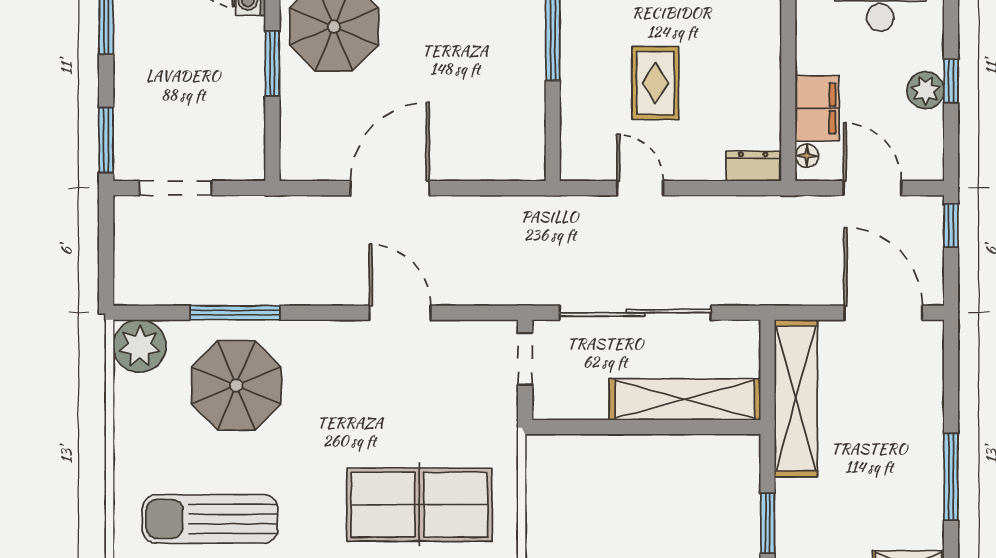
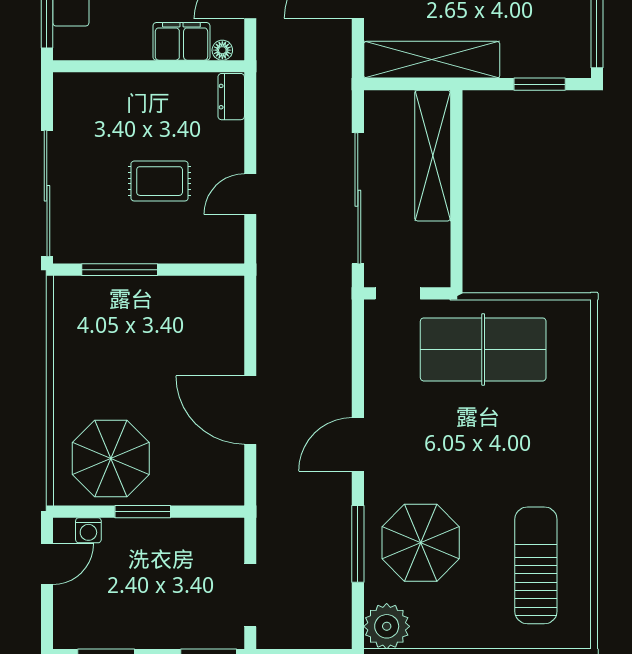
door: (400, 313) -> (358, 444), moved
table tennis table: (419, 505) -> (483, 349), moved, turned 90
sun lounger: (210, 519) -> (536, 565), turned 180

